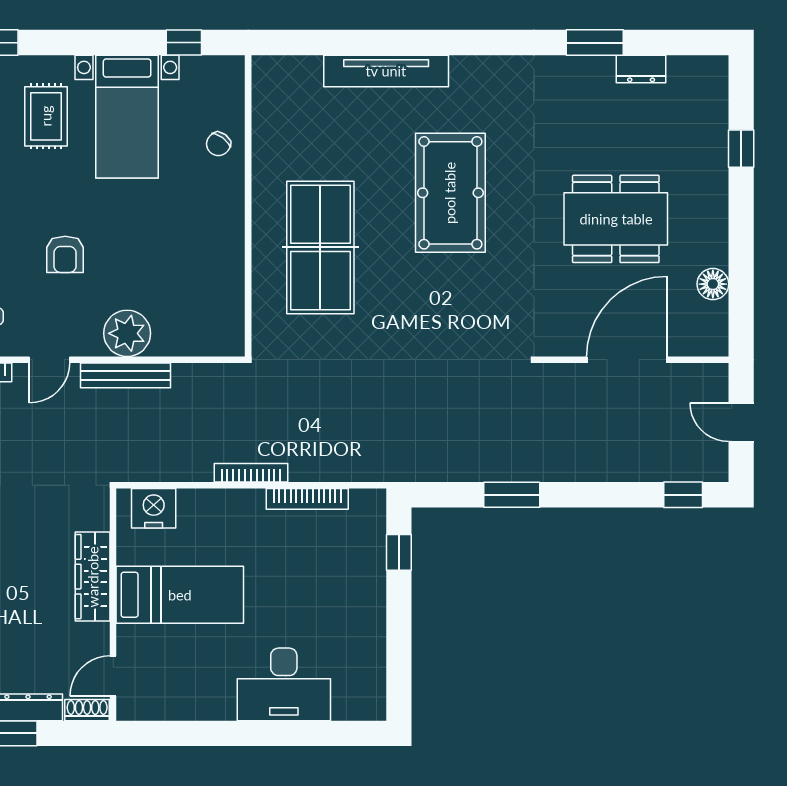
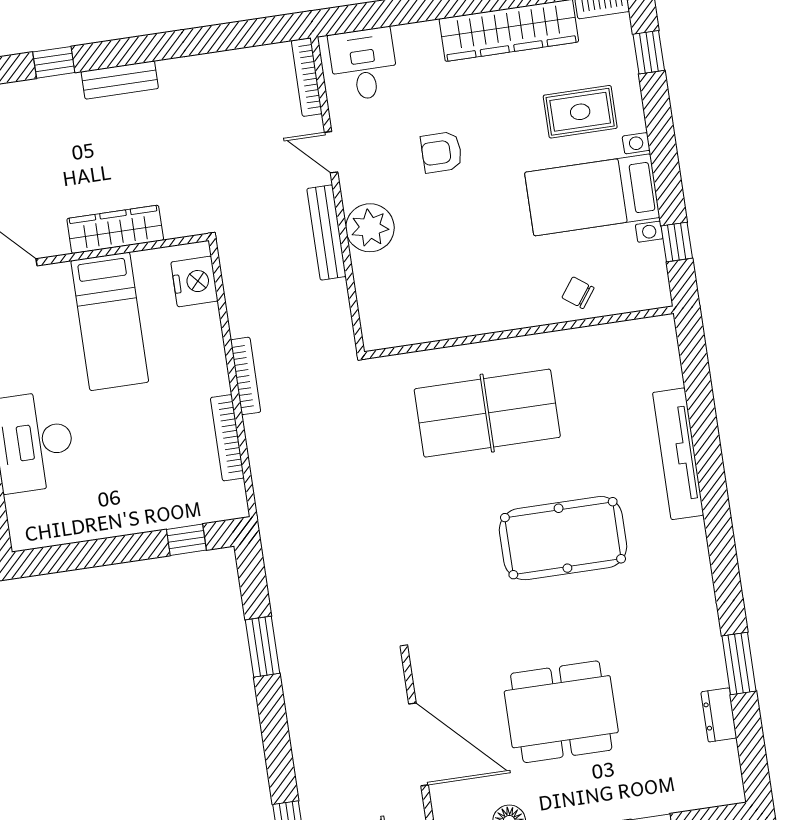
dining table: (616, 219) -> (561, 712), turned 90

